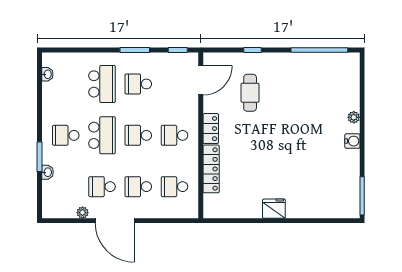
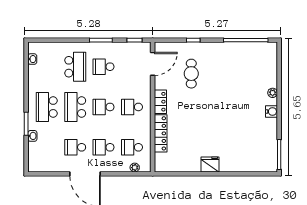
school desk: (66, 135) -> (47, 107), width x1.85
school desk: (102, 135) -> (75, 107), turned 180
plant: (83, 213) -> (135, 168), moved

